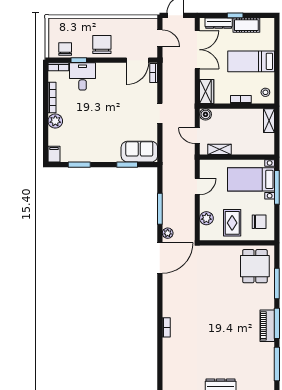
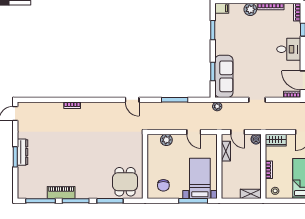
desk: (83, 76) -> (289, 49), moved
door: (197, 136) -> (238, 132), swing flipped
sofa: (139, 152) -> (224, 76), width x1.36
rug: (232, 223) -> (162, 162), removed
plant: (168, 233) -> (217, 106), moved
door: (160, 258) -> (132, 100), width x0.53
dining table: (255, 266) -> (125, 182), turned 90
piano: (267, 326) -> (61, 192), moved

